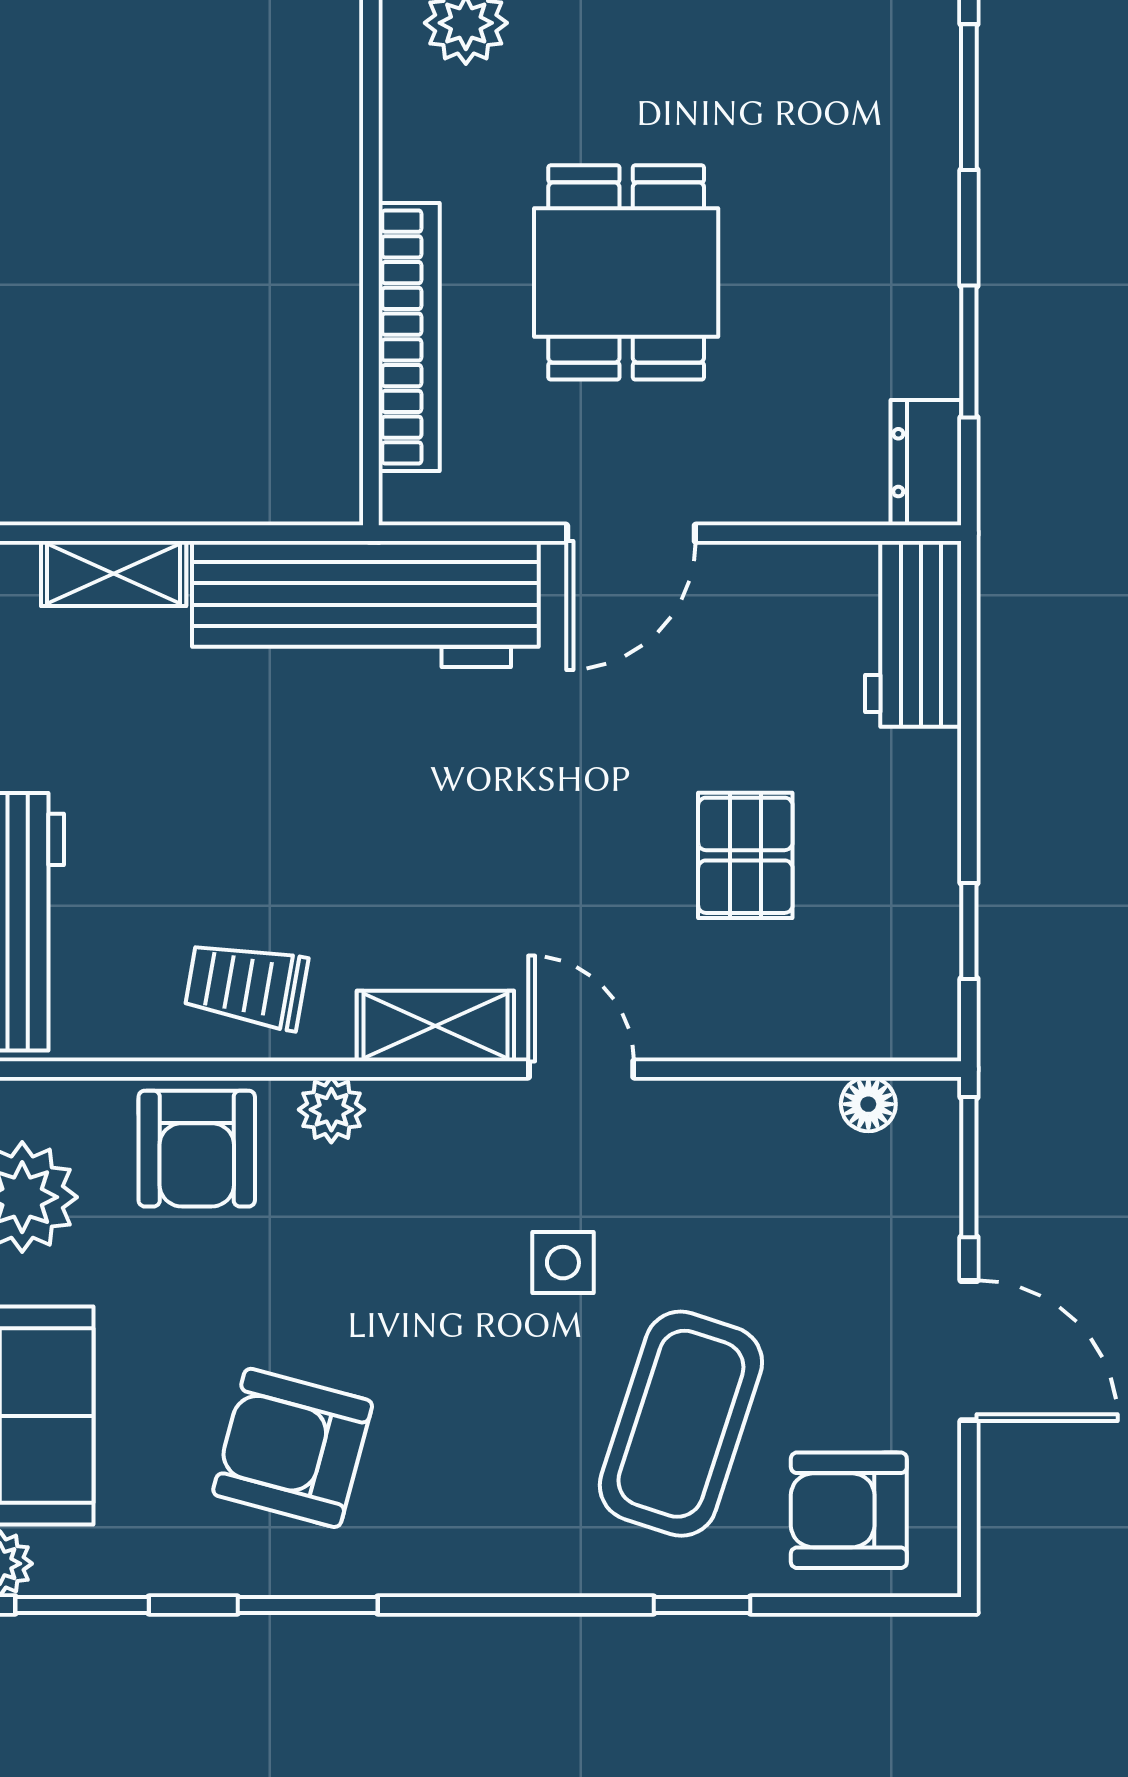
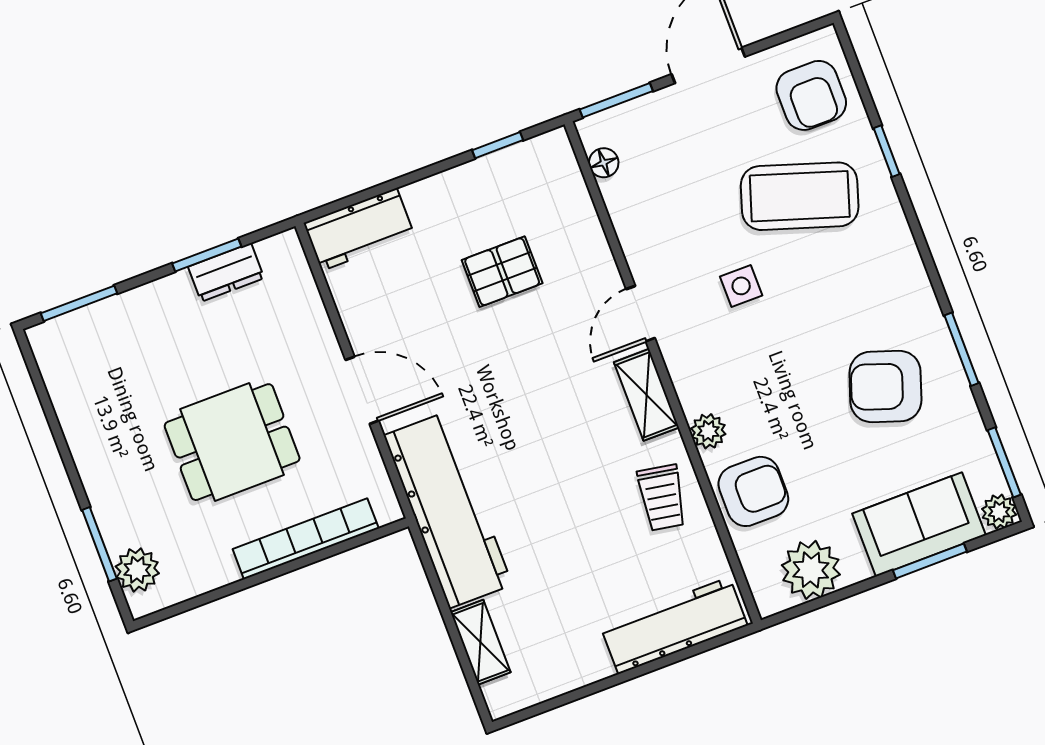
dresser: (926, 463) -> (226, 272), moved
armchair: (293, 1448) -> (885, 387), turned 94

